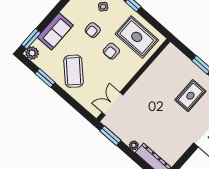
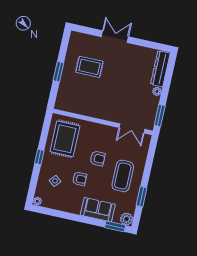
armchair: (111, 51) -> (98, 158), moved
coffee table: (73, 71) -> (123, 176), turned -45

